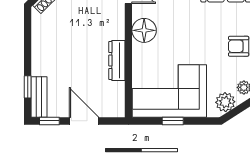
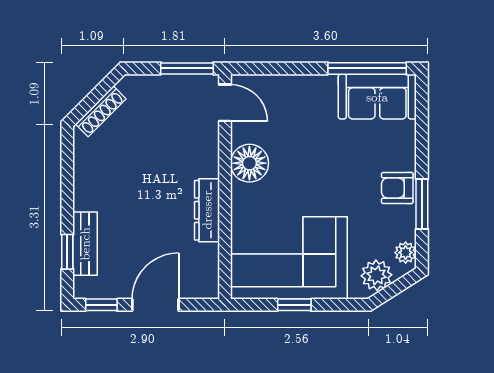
bench: (39, 97) -> (85, 244), moved
door: (84, 121) -> (155, 305), hinge flipped

